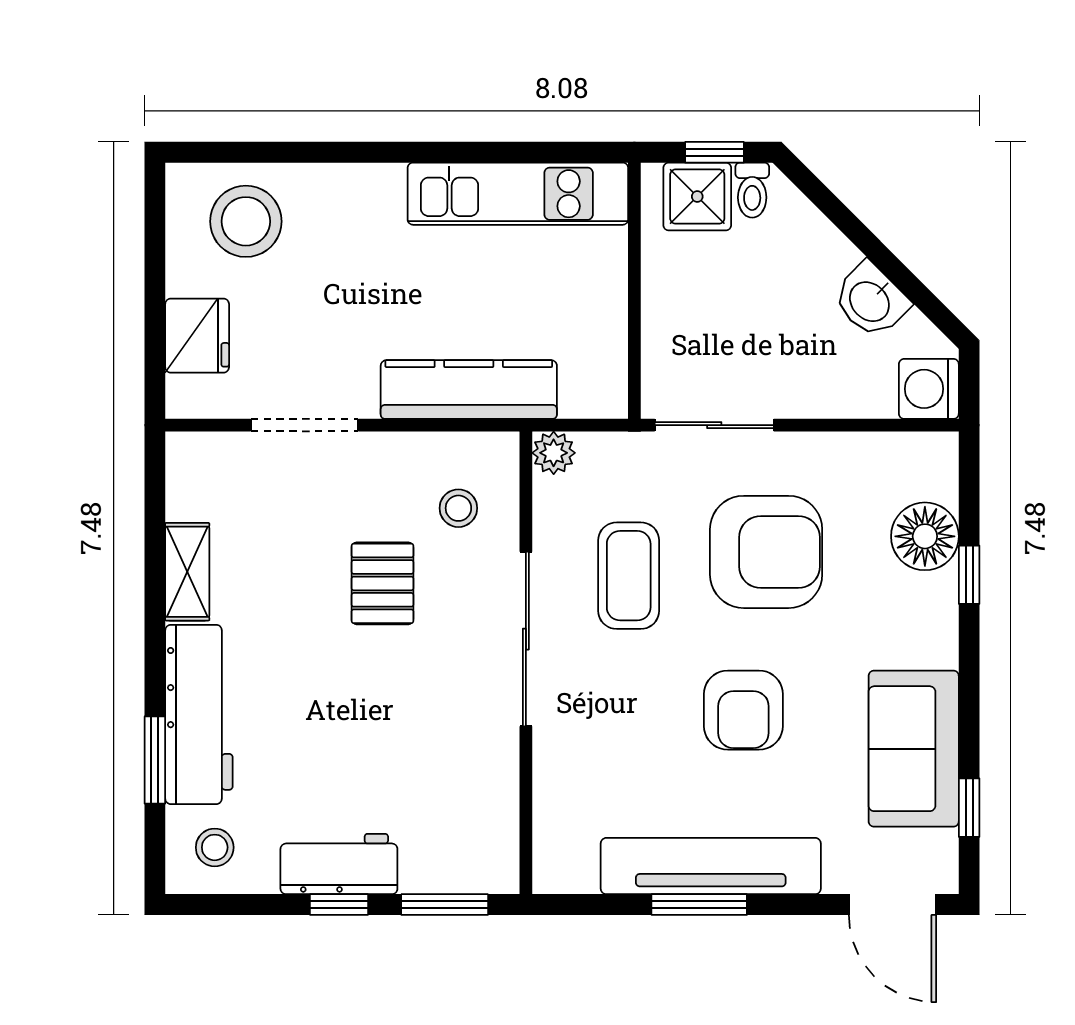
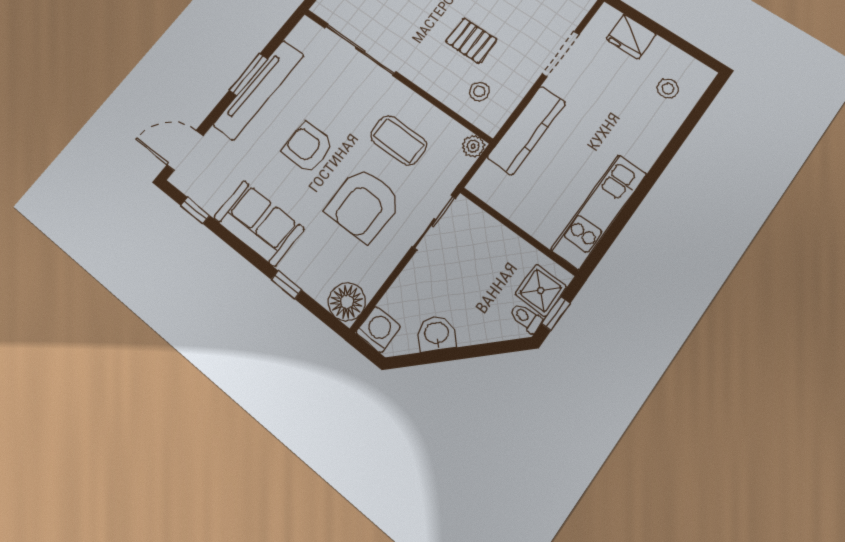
stool: (246, 221) -> (668, 89), width x0.53, depth x0.53
floor lamp: (925, 536) -> (347, 302), moved
sliding door: (526, 639) -> (360, 49), moved
sofa: (914, 749) -> (259, 223), moved

